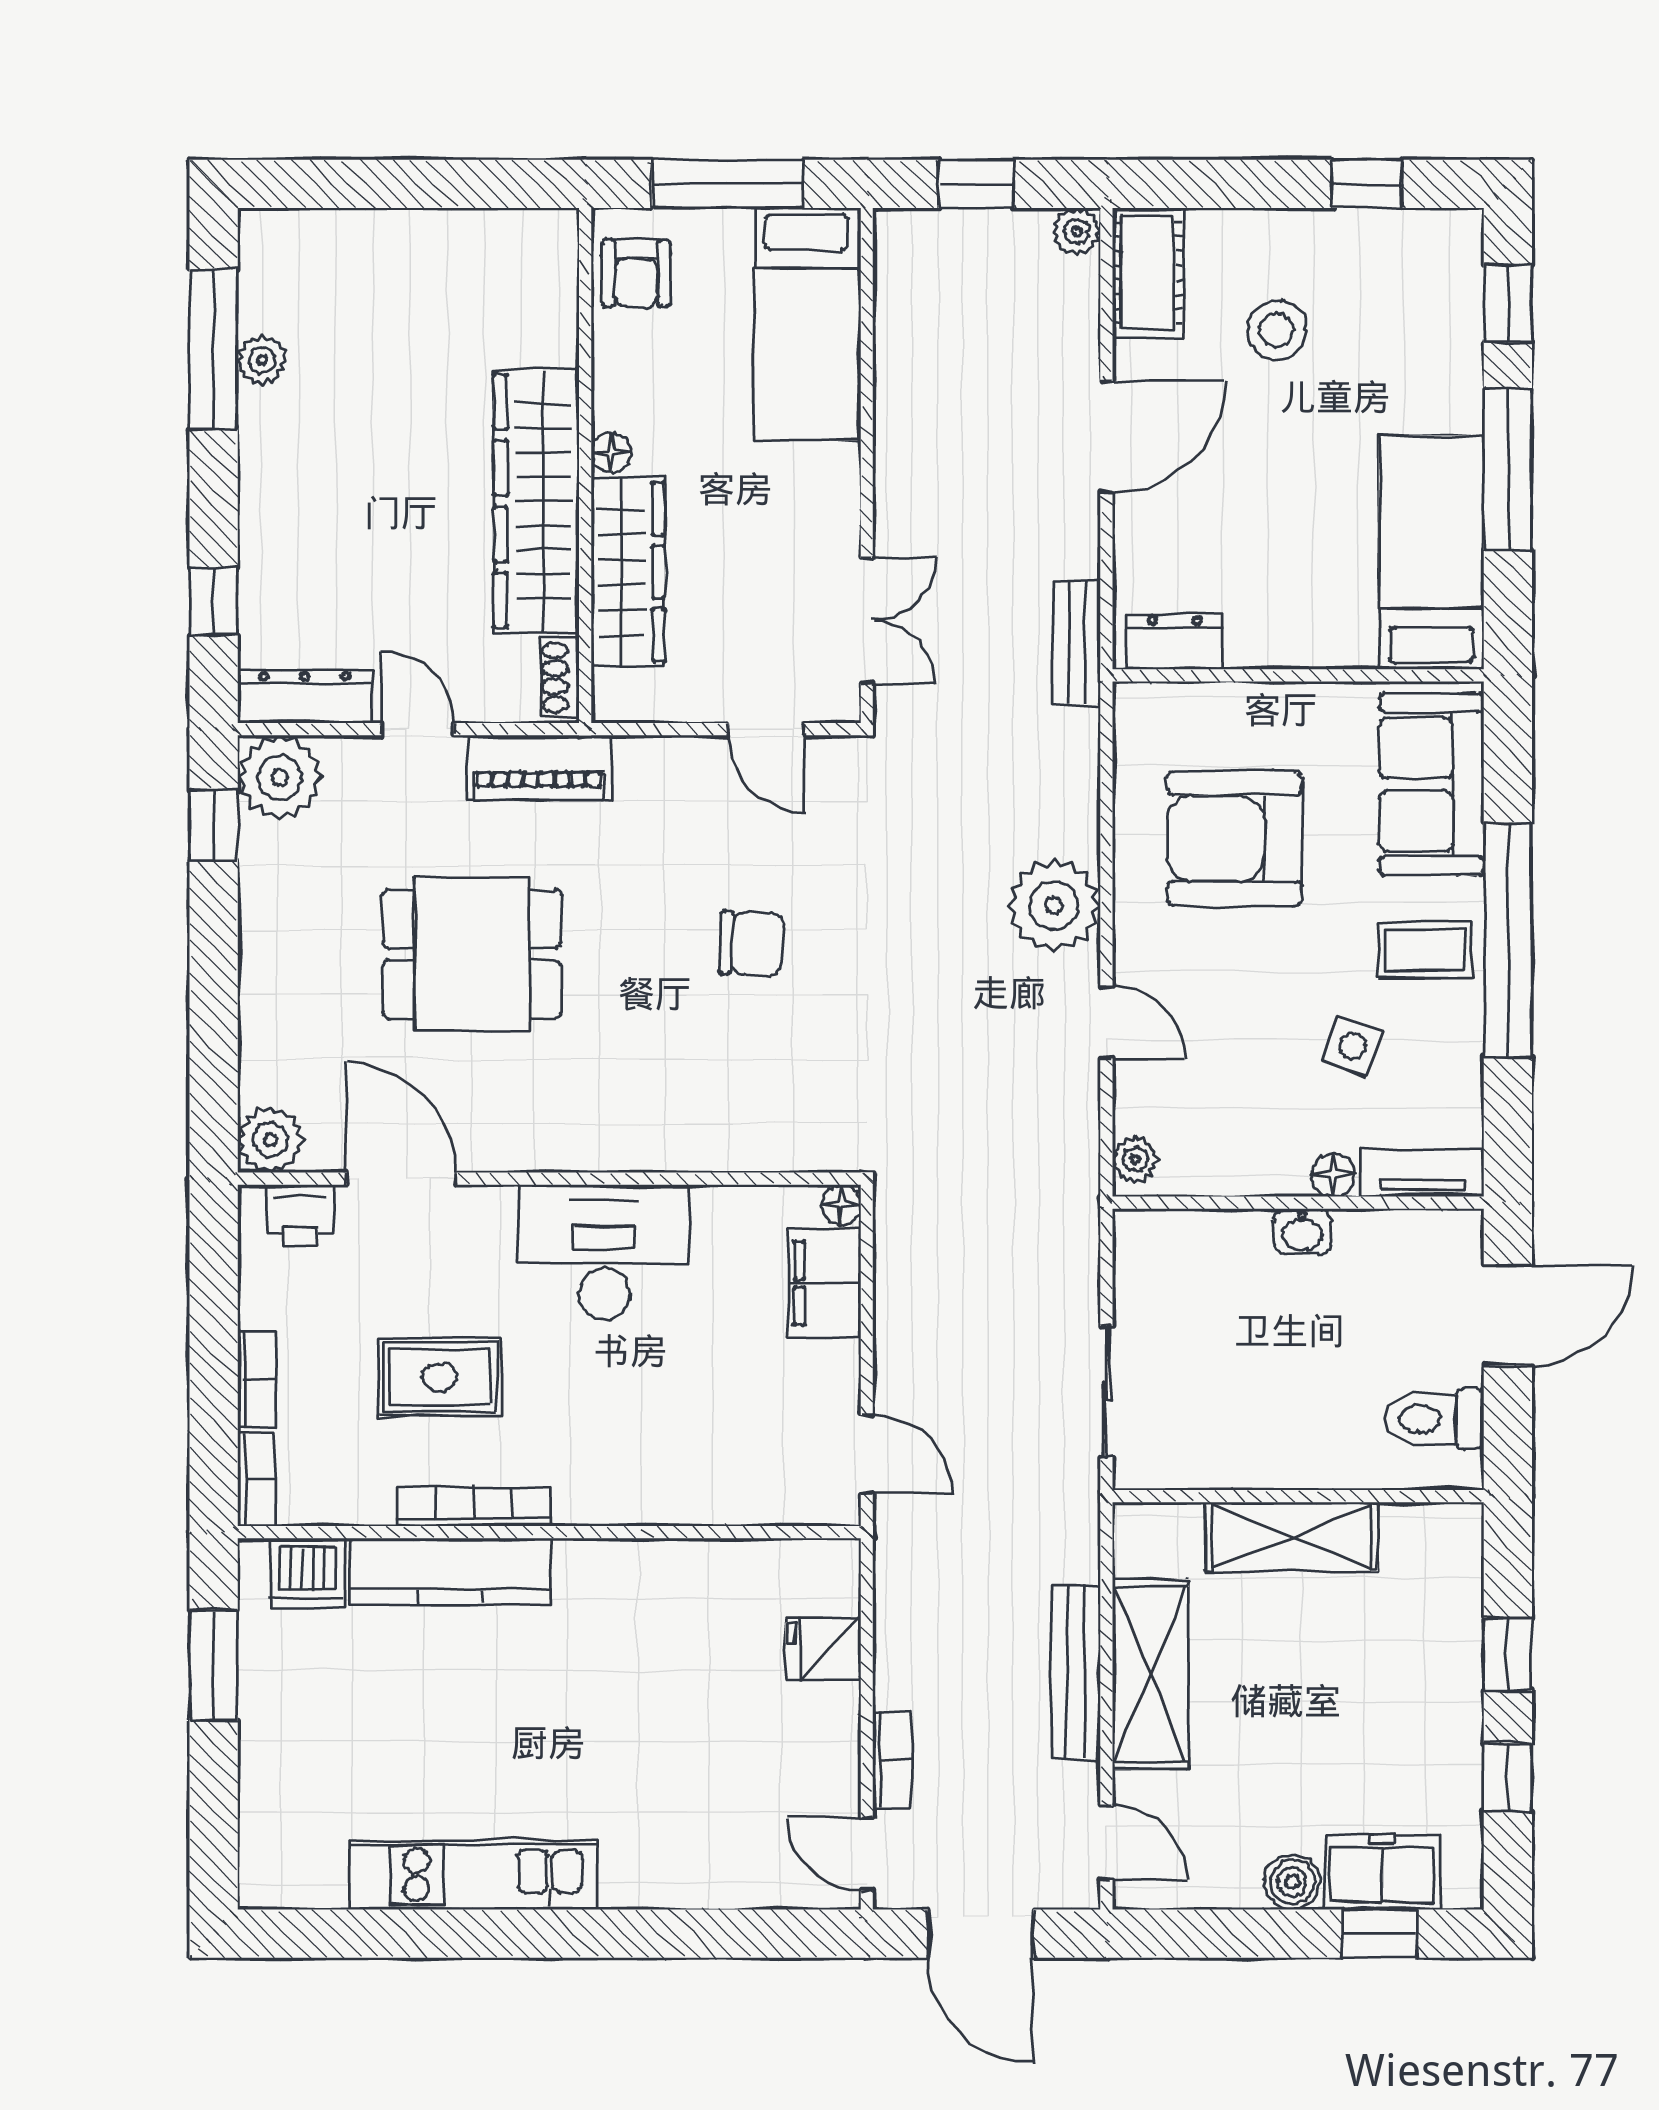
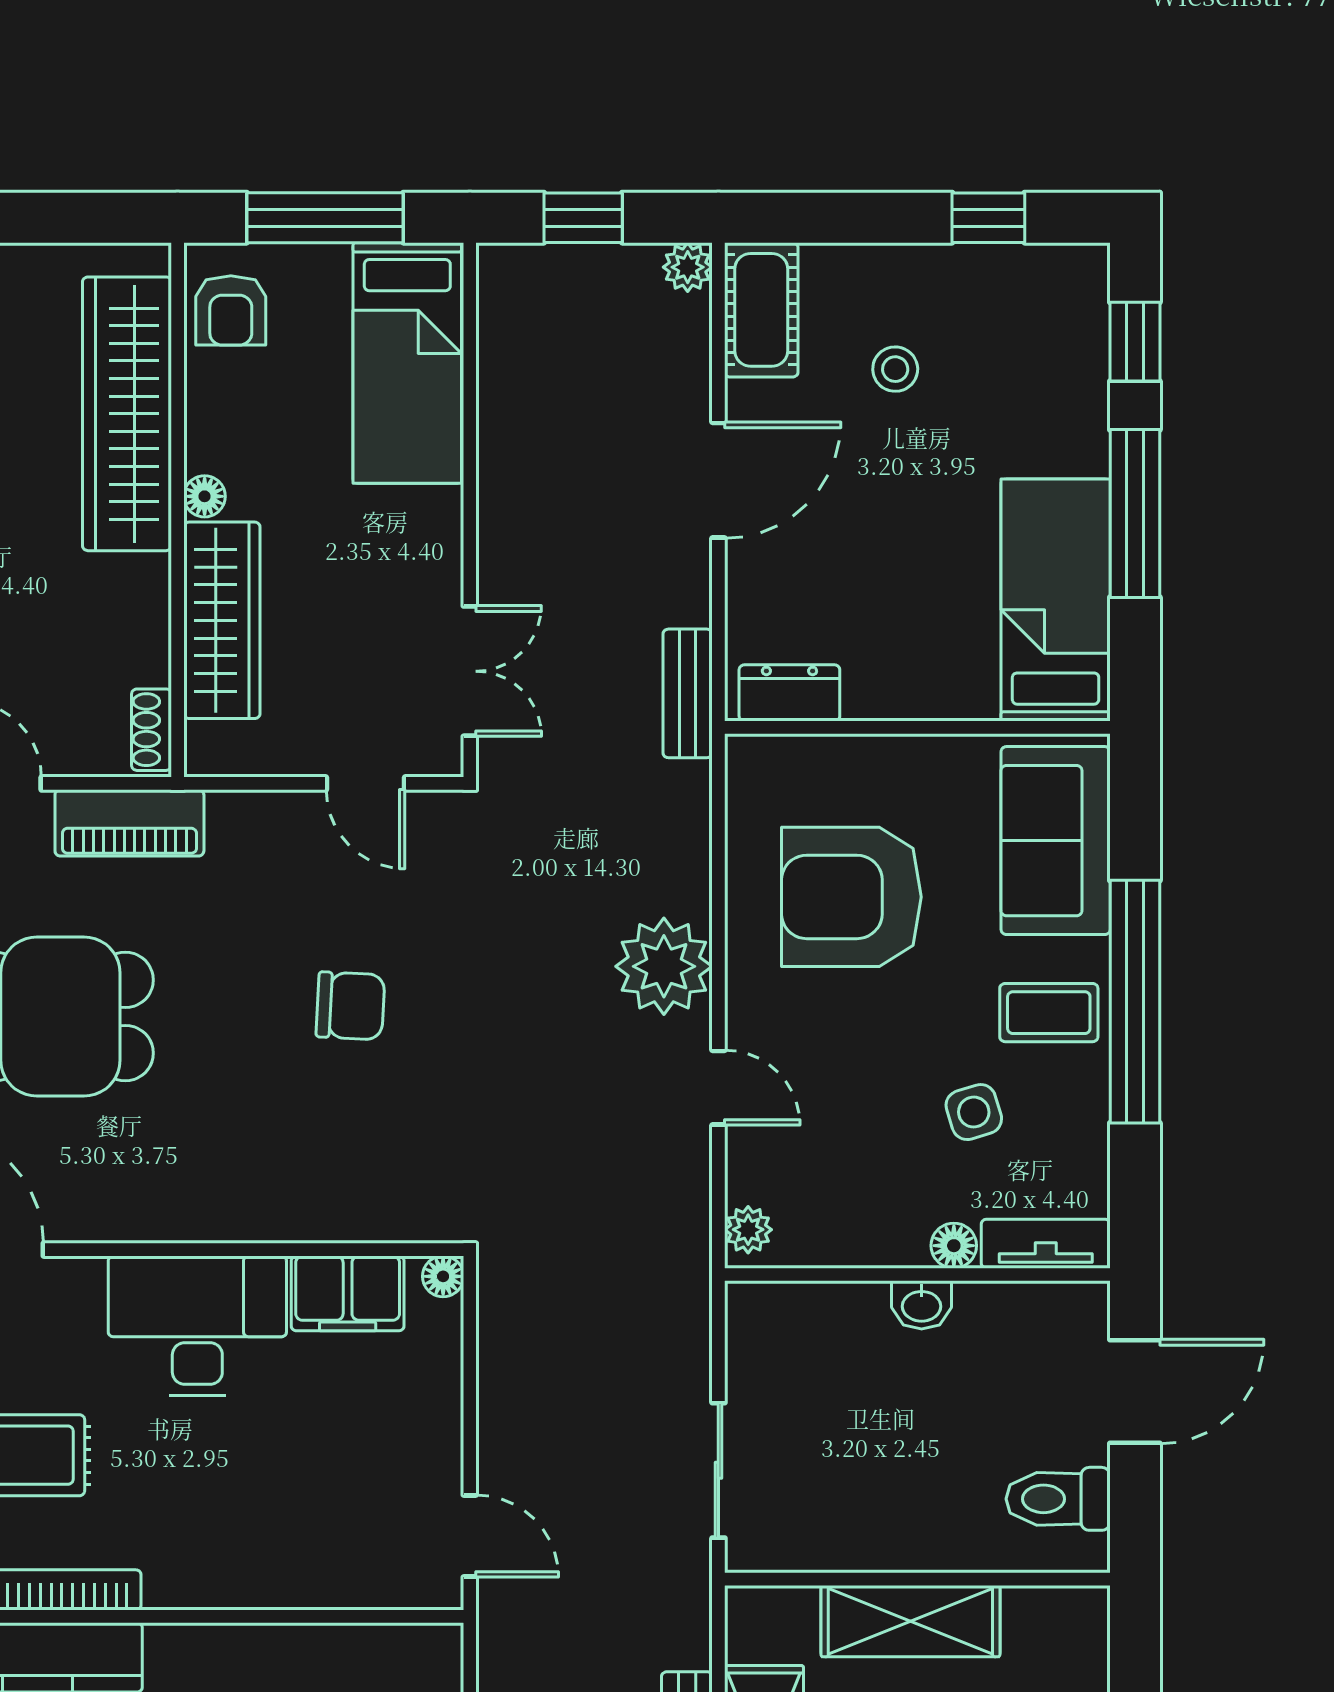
stool: (1277, 330) -> (895, 369), width x0.73, depth x0.73
wardrobe: (536, 501) -> (127, 414), moved
side table: (1353, 1046) -> (974, 1112), turned -37
filing cabinet: (825, 1283) -> (348, 1293), moved, turned -90

